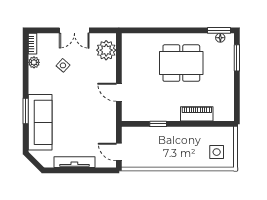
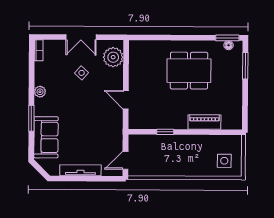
plant: (34, 62) -> (40, 92), moved
side table: (63, 65) -> (82, 73), moved
sofa: (40, 122) -> (46, 137), width x0.73
door: (119, 152) -> (125, 160), hinge flipped

